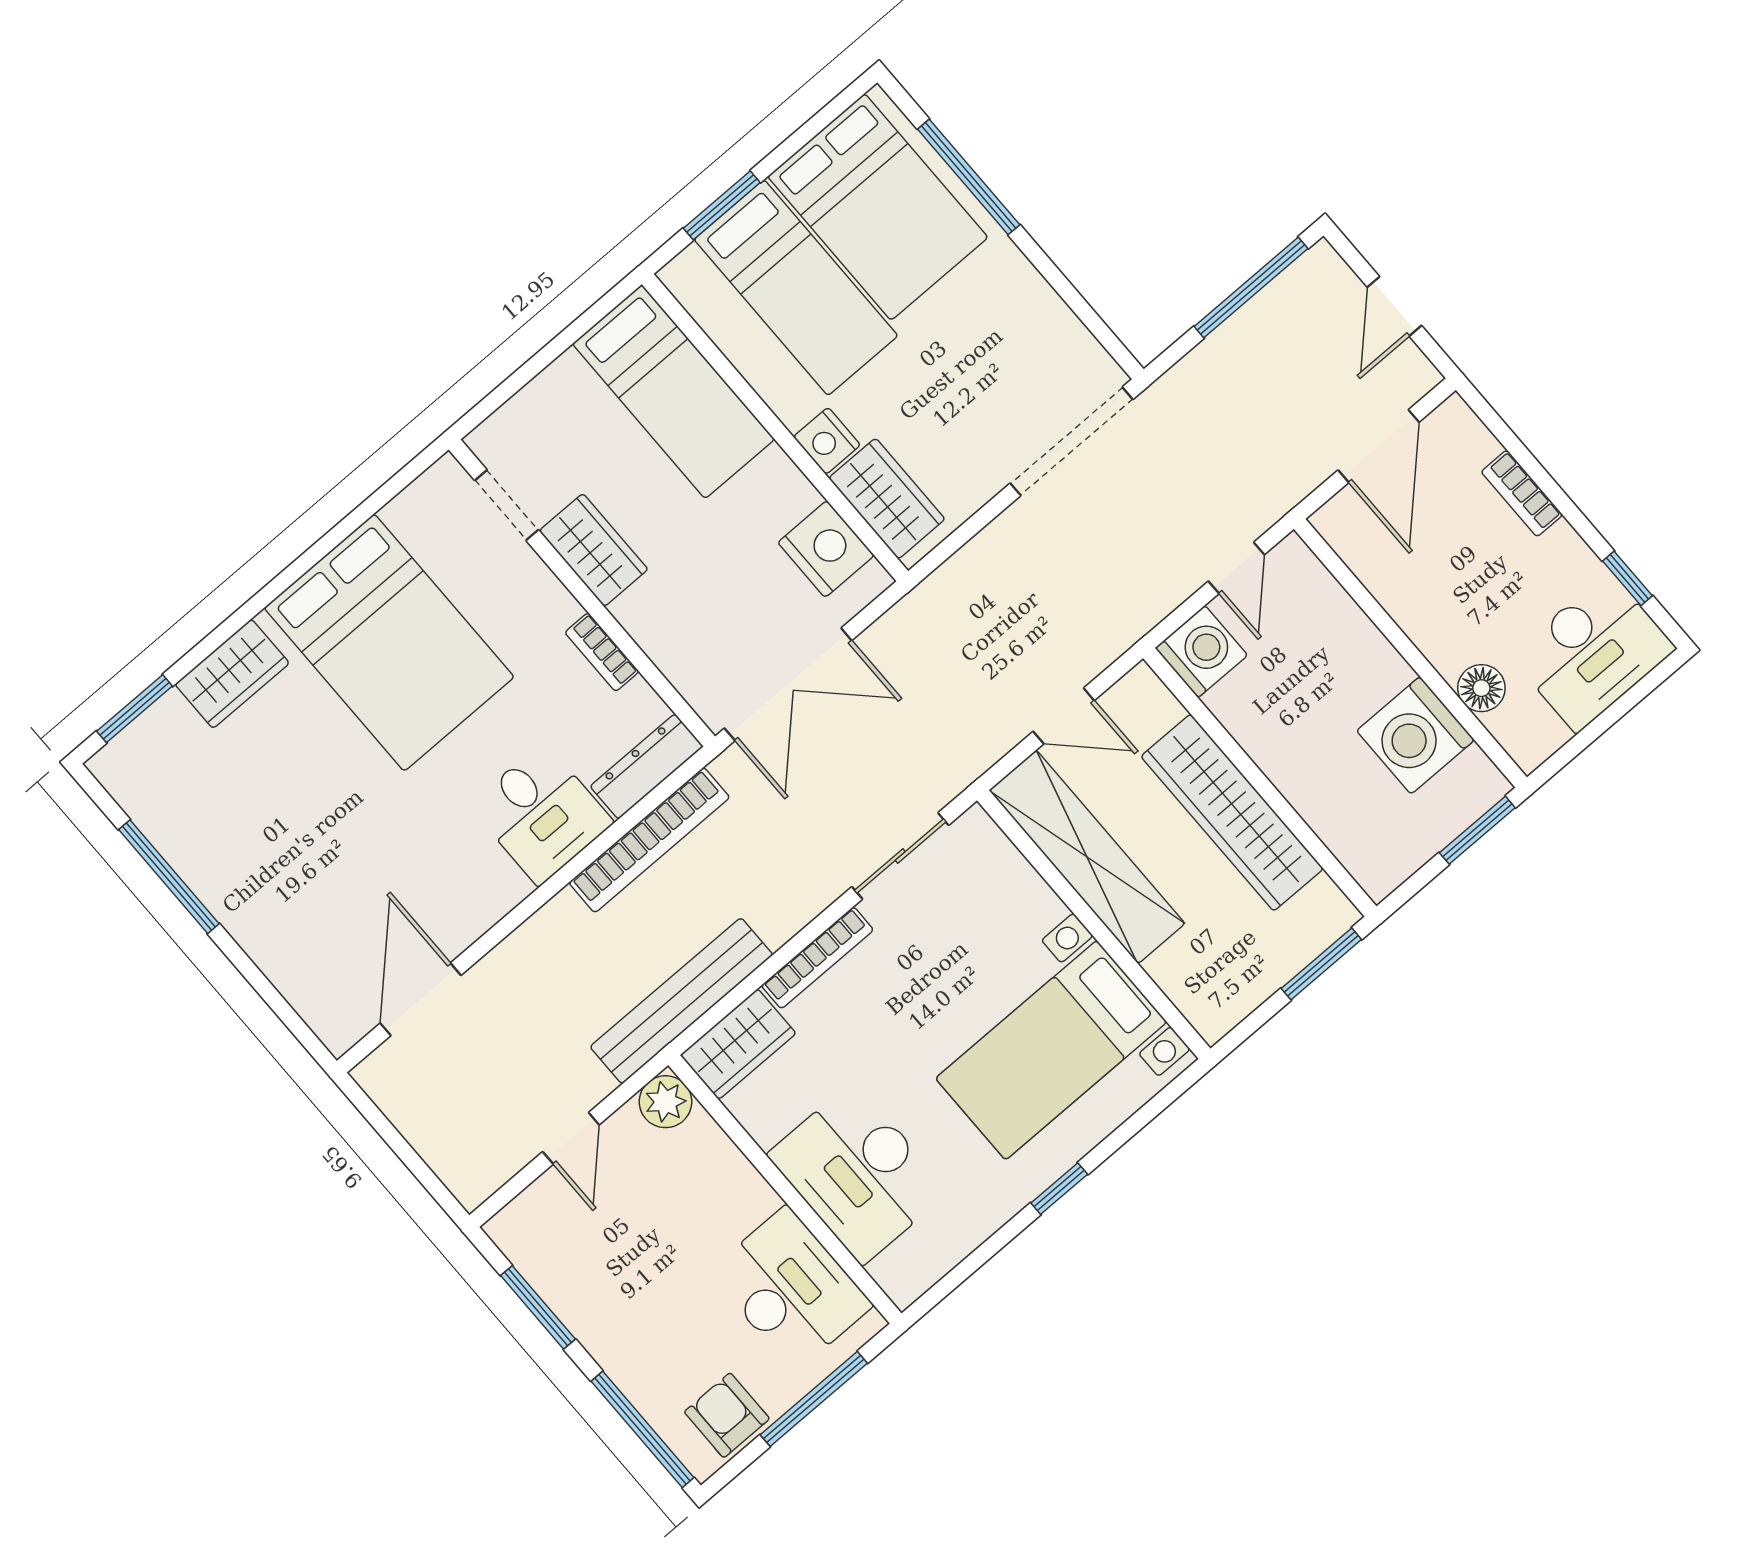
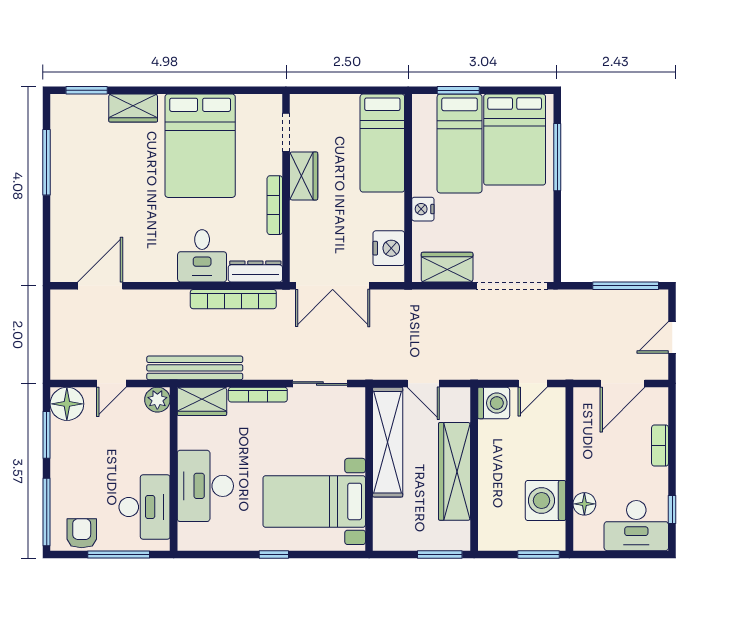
wardrobe: (887, 499) -> (447, 267), moved, turned -90
bookcase: (602, 652) -> (275, 205), width x1.56
floor lamp: (528, 1231) -> (67, 404), added

